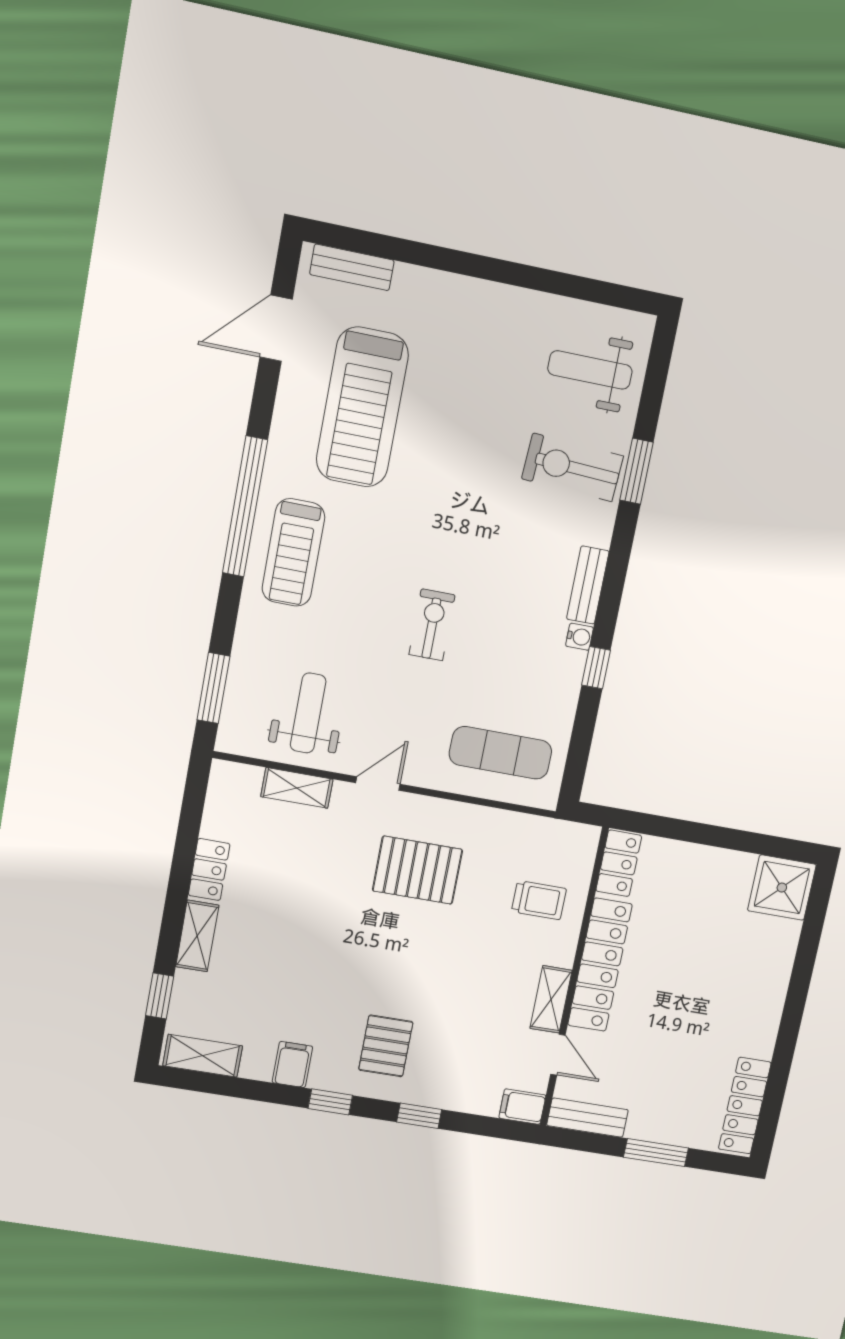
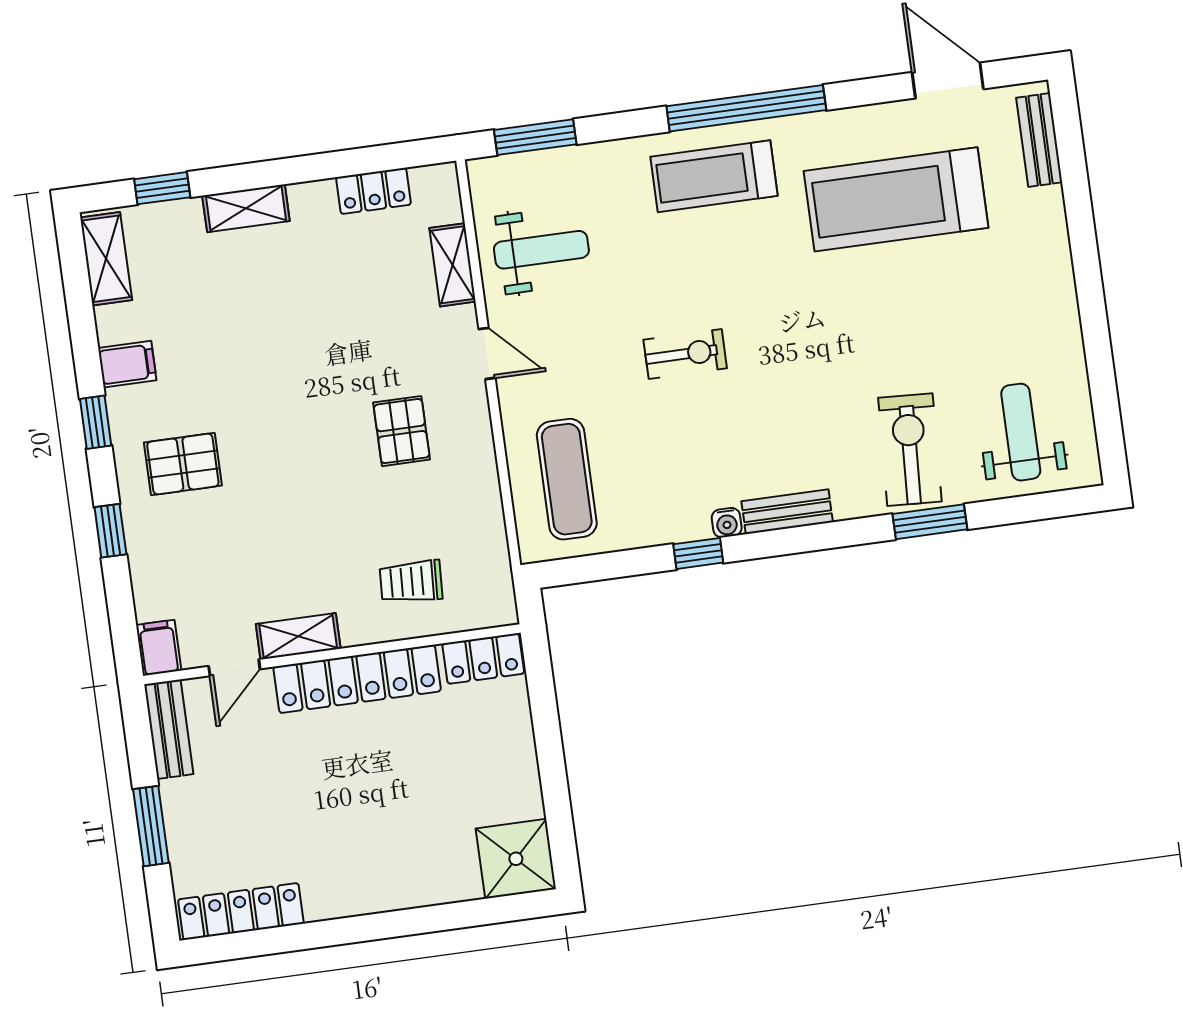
locker: (209, 870) -> (373, 191), moved
pallet: (417, 870) -> (402, 431), width x0.67, depth x0.71
trolley: (539, 900) -> (411, 582), turned 93

